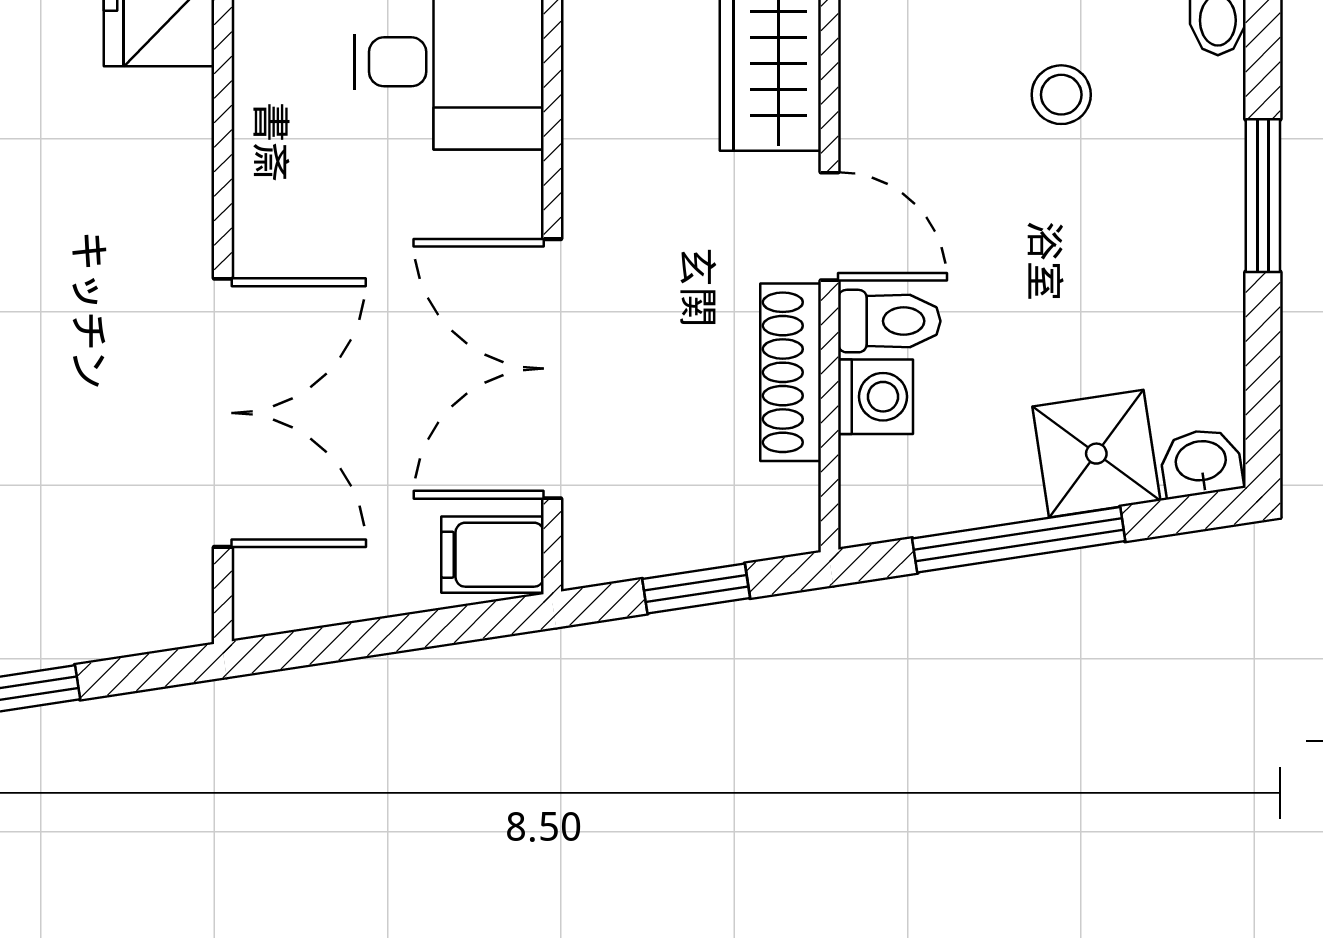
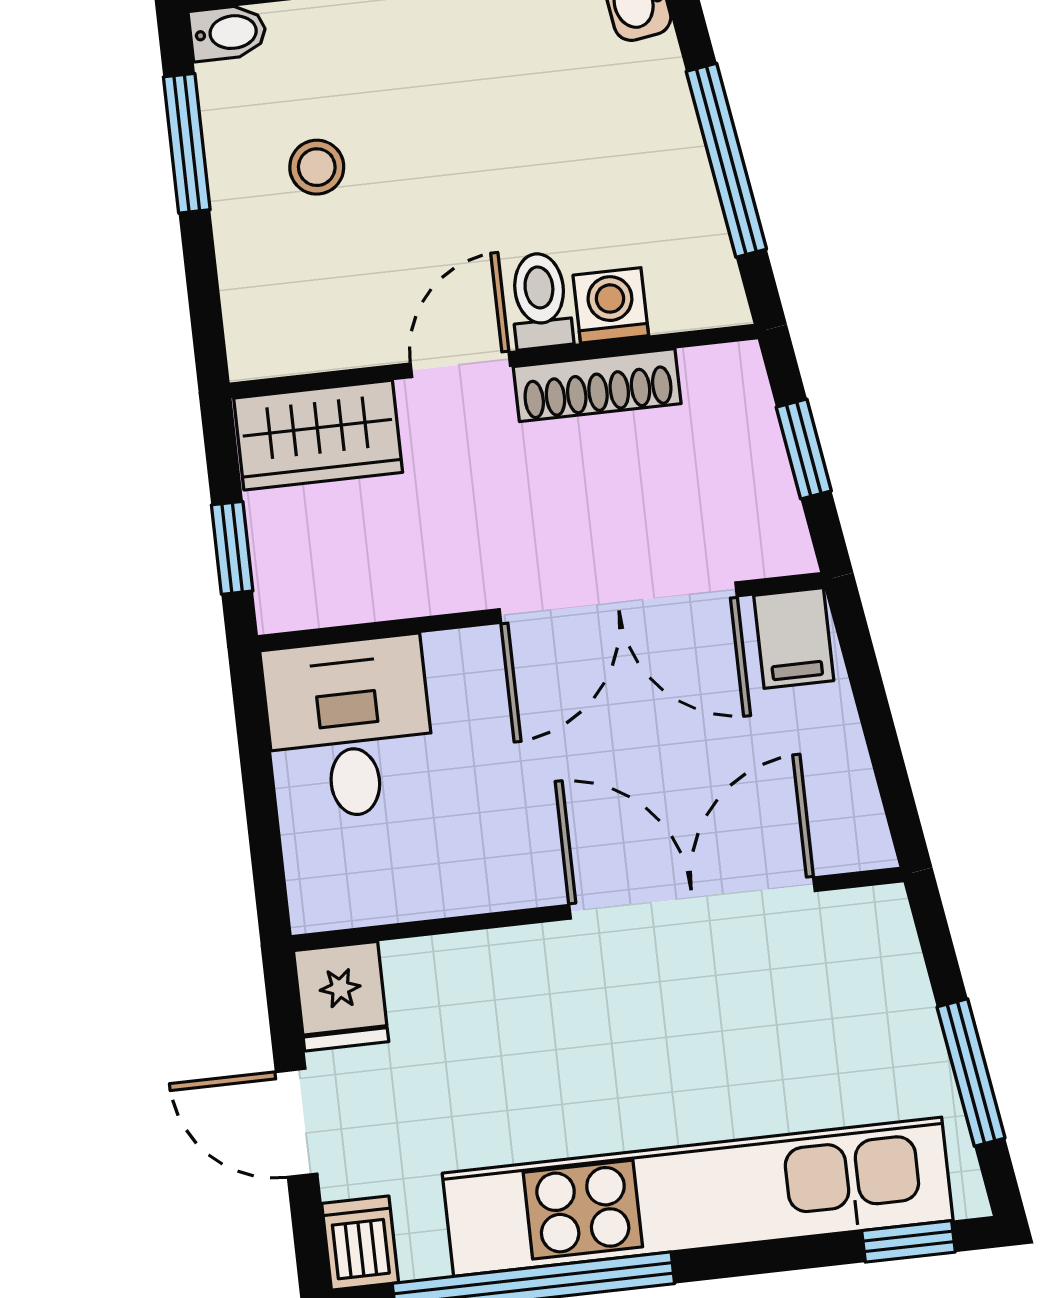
shower: (1096, 454) -> (640, 98), removed

